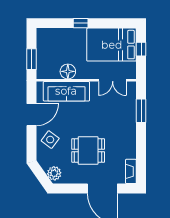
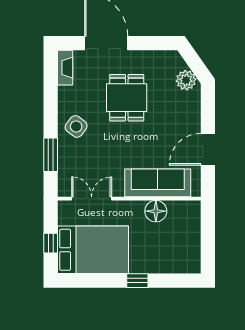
window: (32, 59) -> (208, 229), removed
side table: (50, 140) -> (76, 126), moved
dining table: (88, 150) -> (127, 98), turned 90
plant: (54, 173) -> (186, 80), moved

